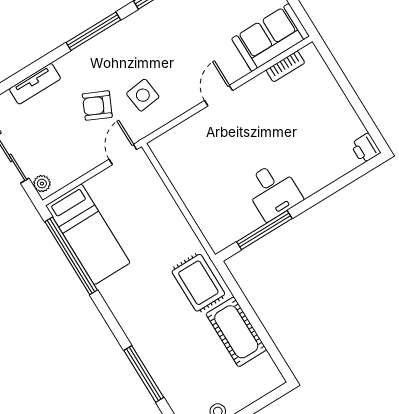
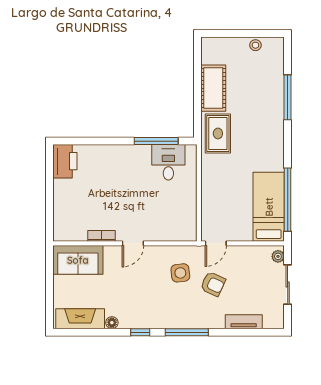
bookcase: (285, 66) -> (102, 236), moved
printer: (365, 148) -> (65, 161), width x1.87, depth x1.48
desk: (273, 191) -> (168, 162), moved

